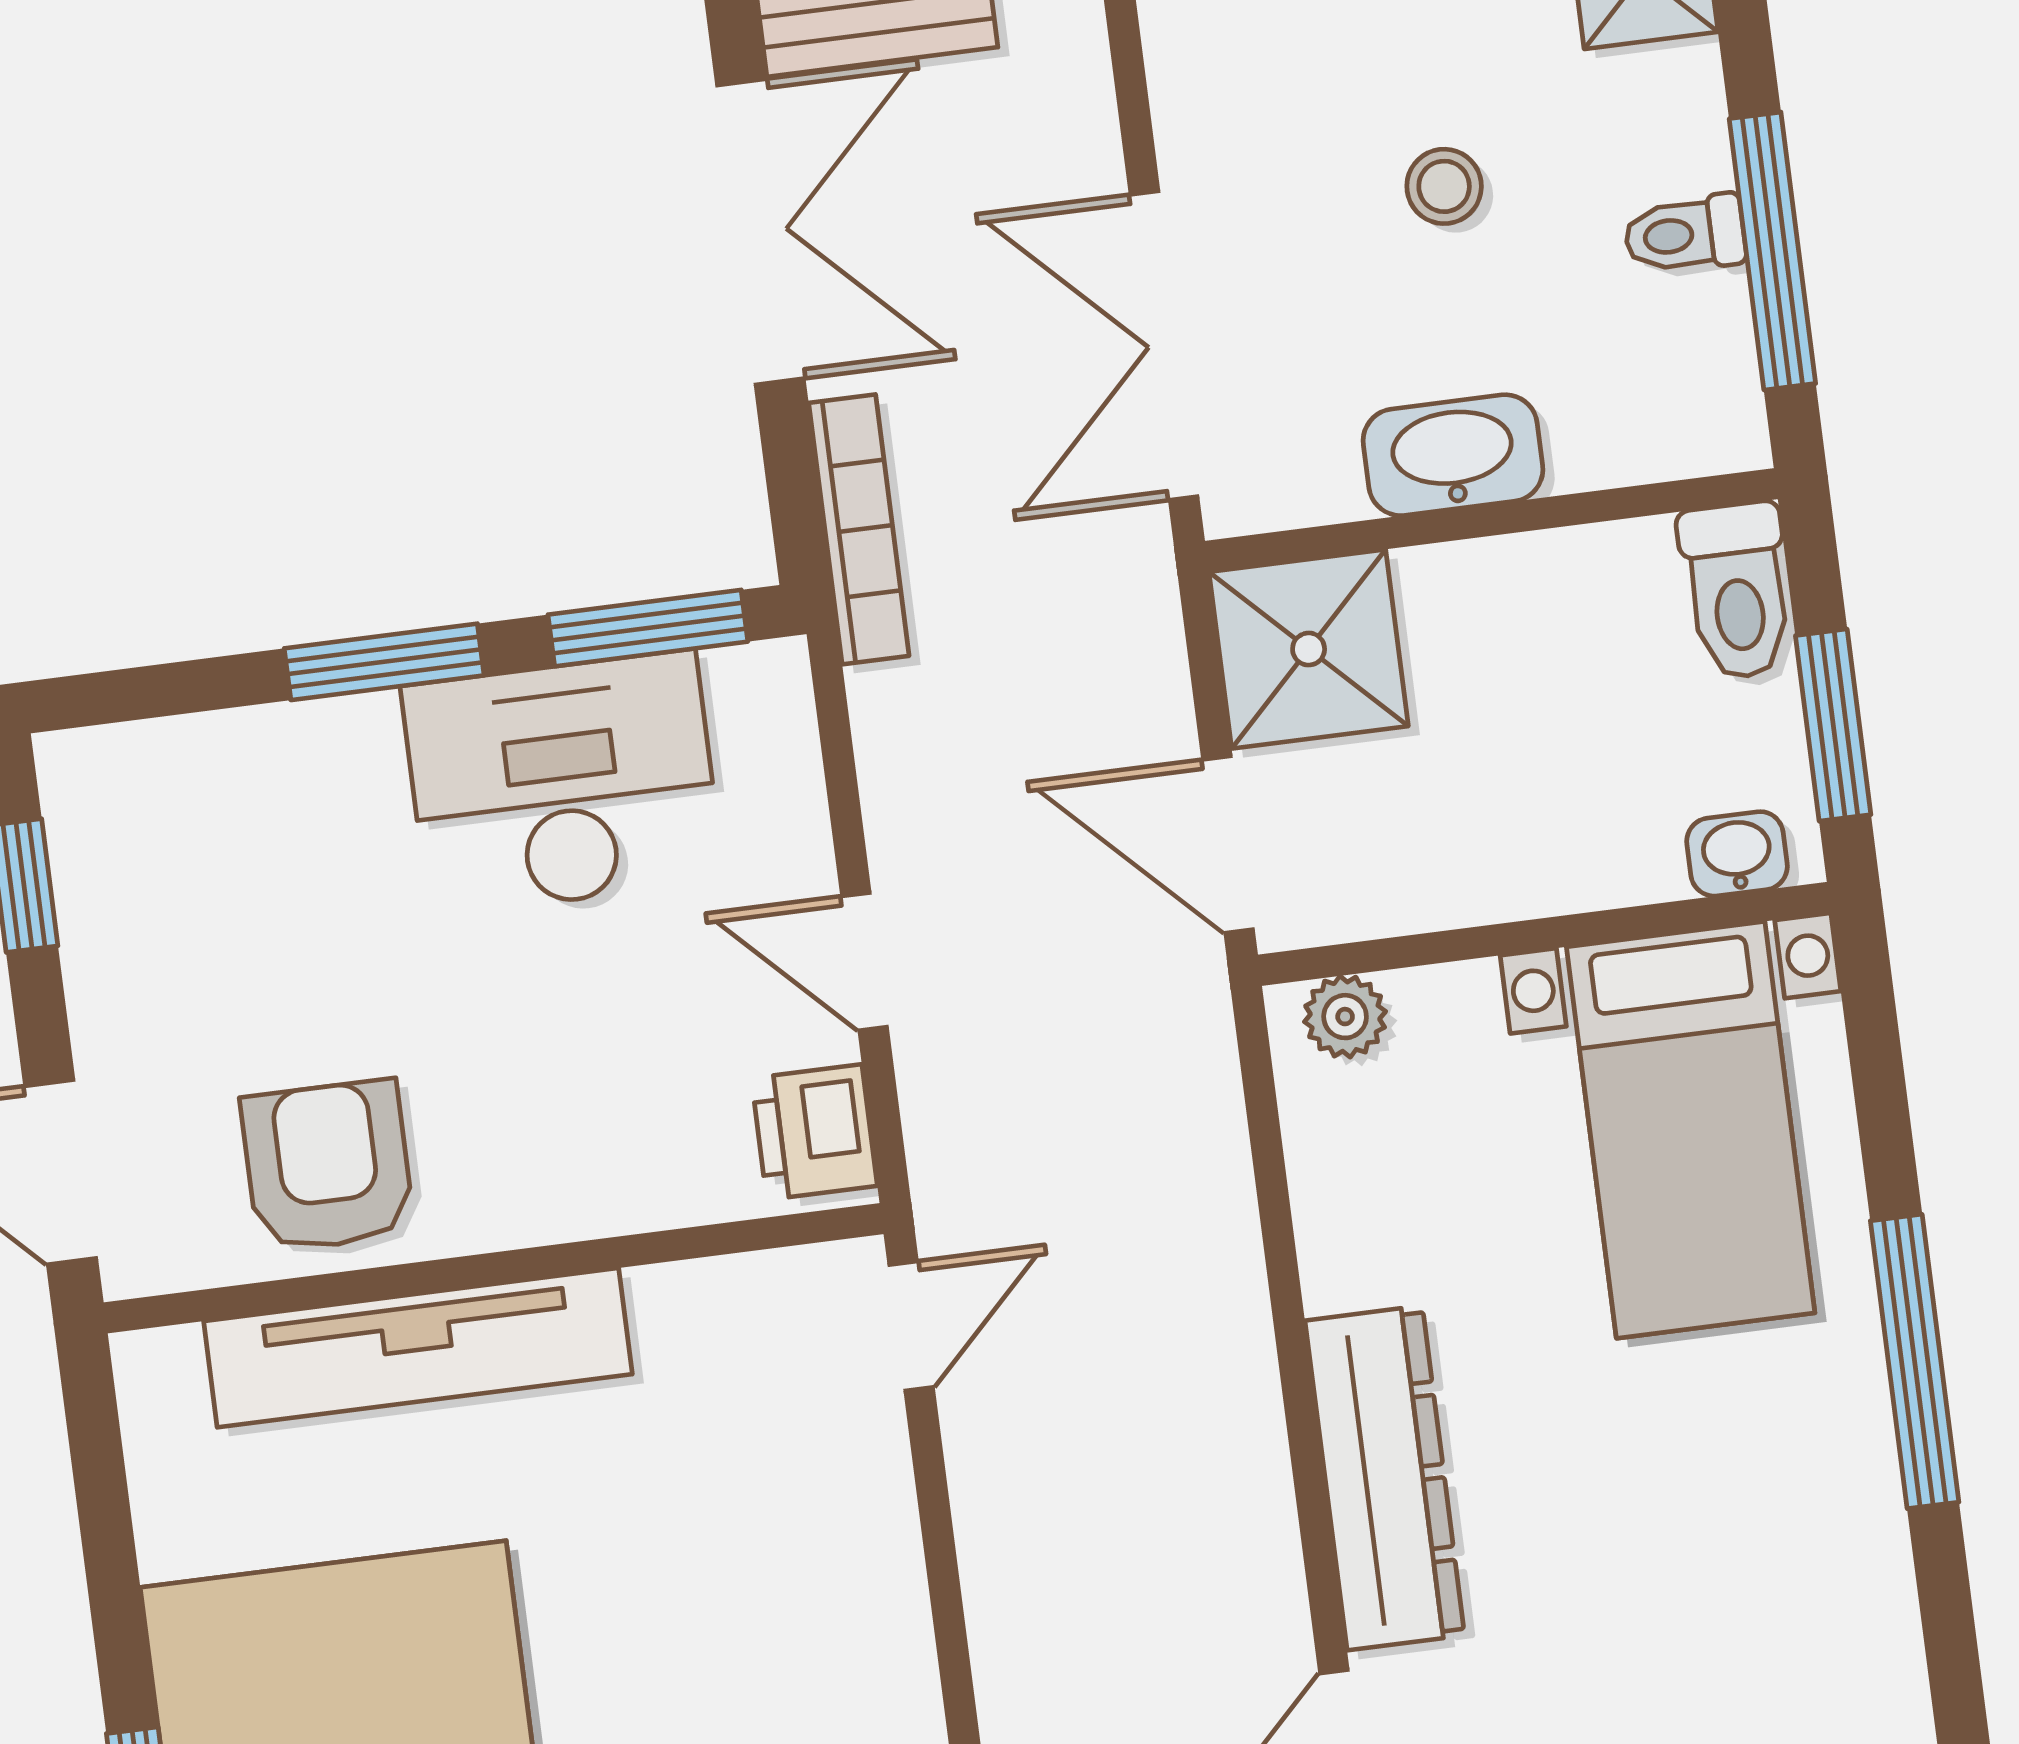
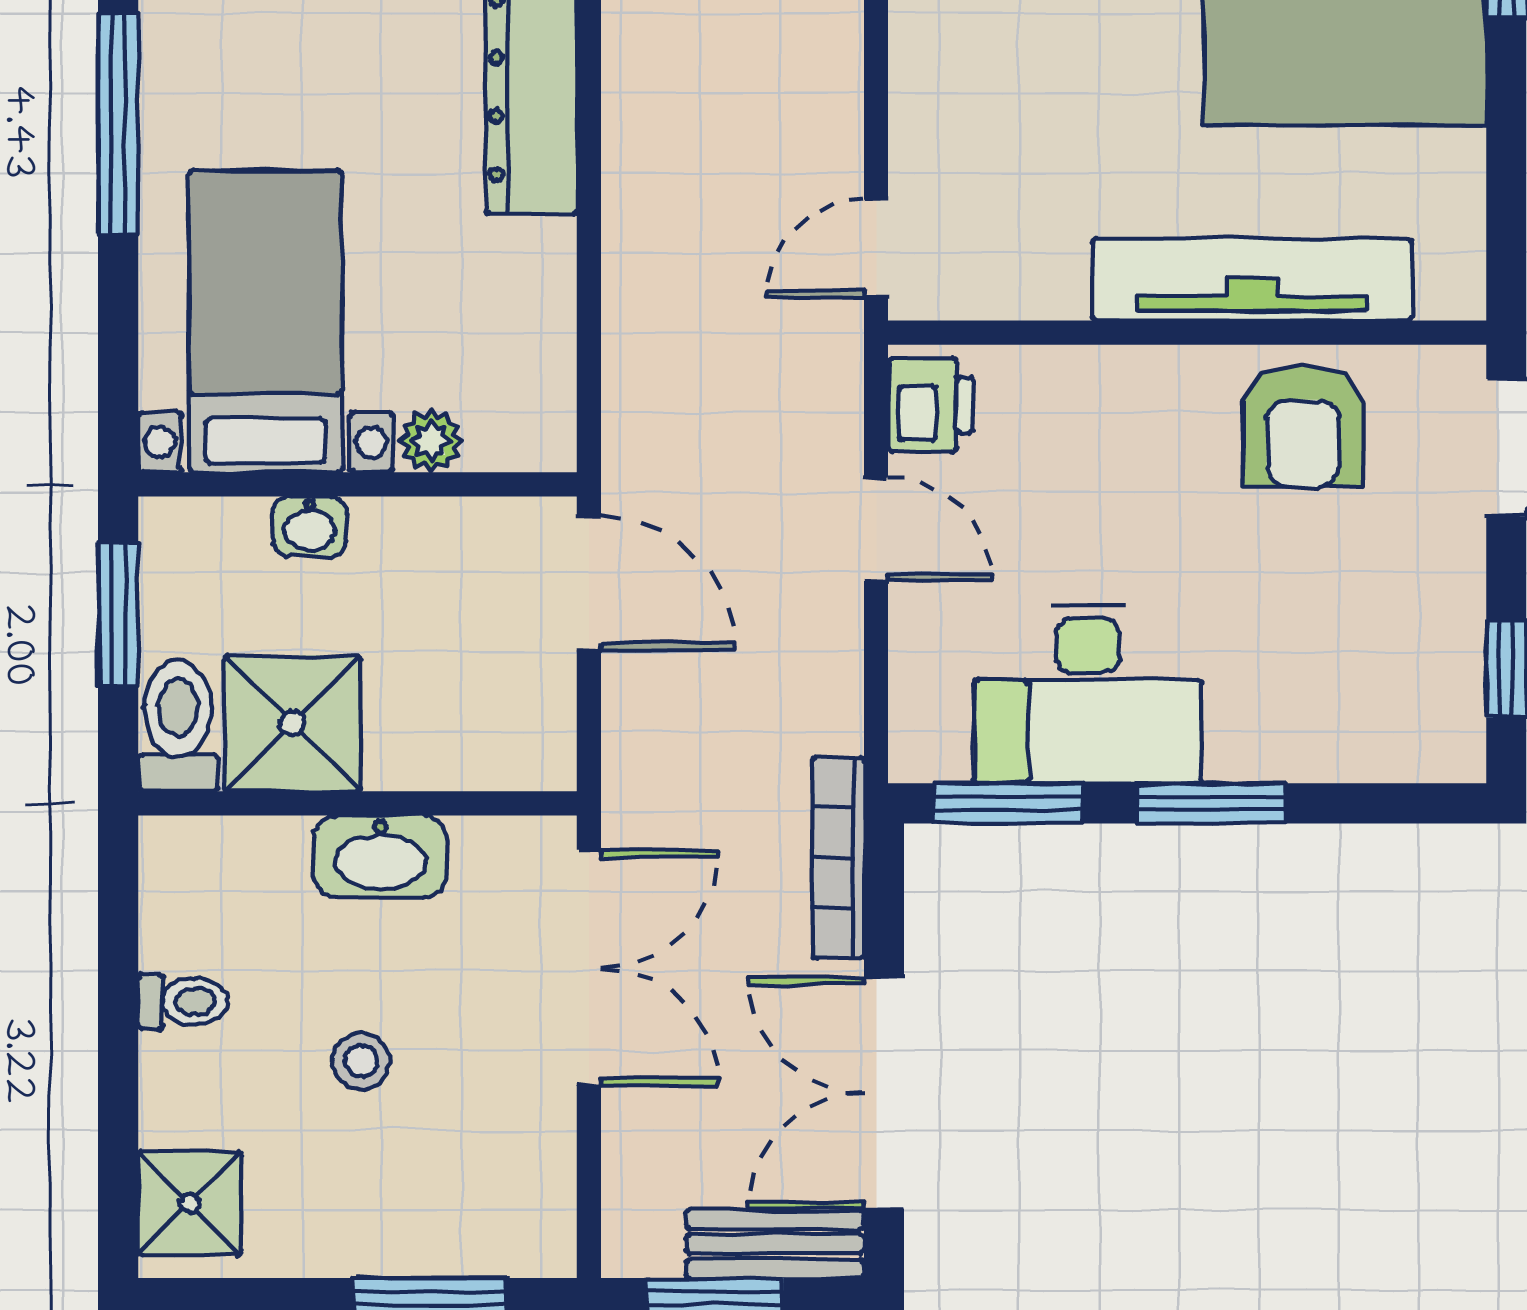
window: (1772, 251) -> (118, 980), removed
shower: (1309, 649) -> (292, 723), moved
washbasin: (1737, 854) -> (310, 526), moved
plant: (1345, 1017) -> (431, 441), moved

